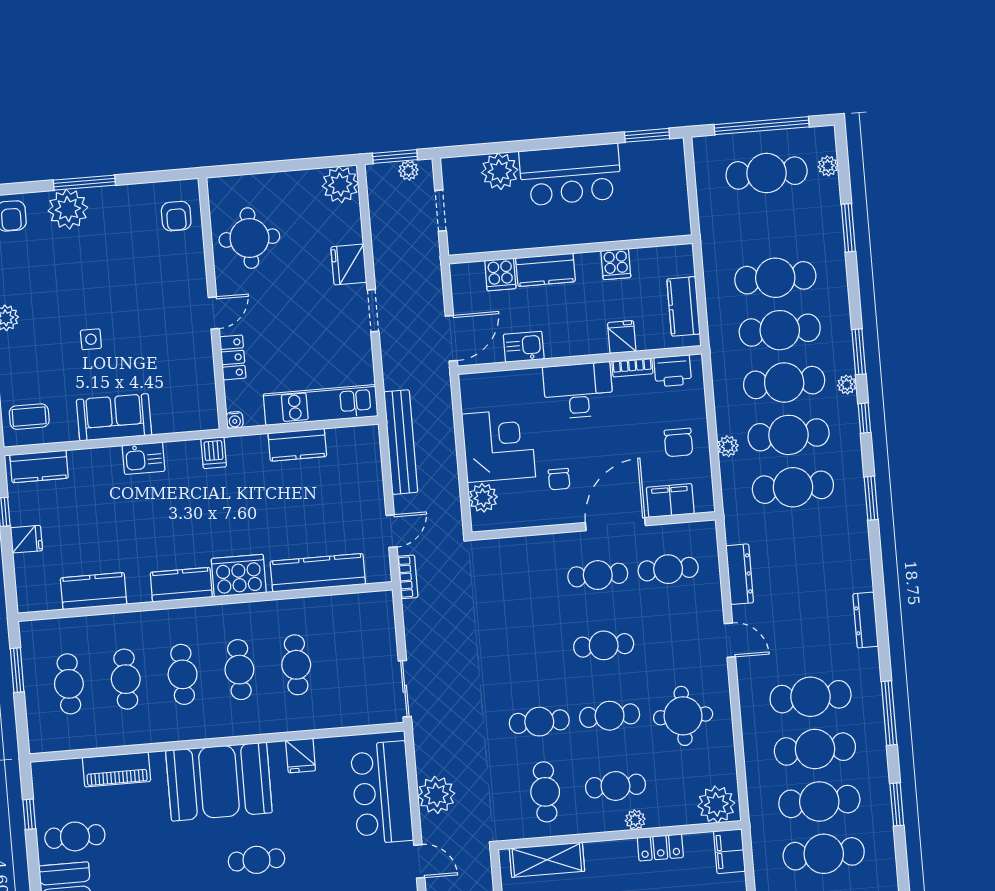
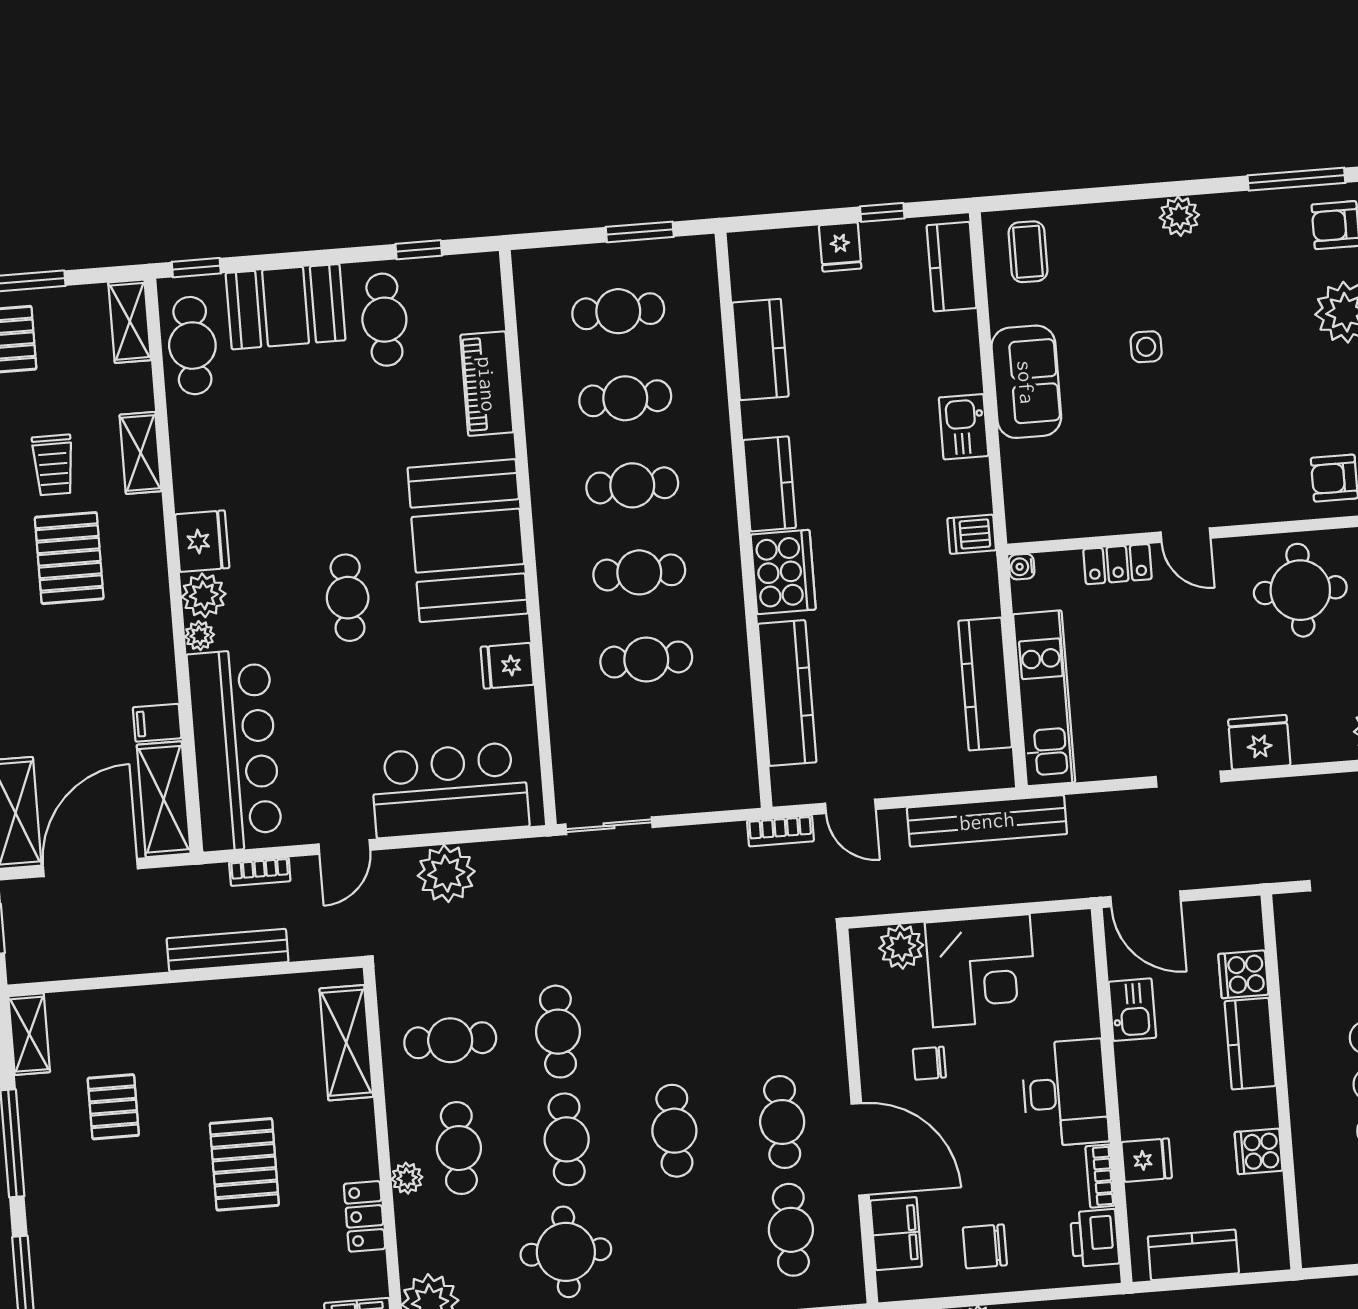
kitchen counter: (297, 445) -> (985, 684), width x1.50

